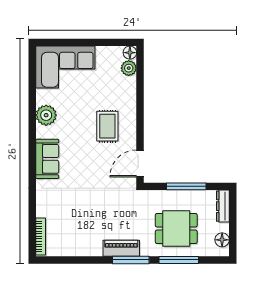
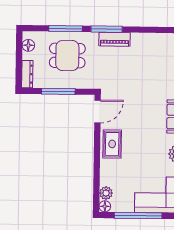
window: (91, 42) -> (138, 216), added
rug: (107, 126) -> (112, 144), moved

